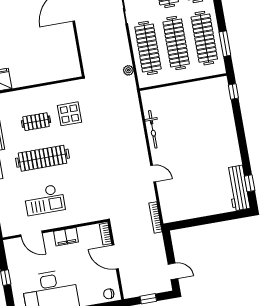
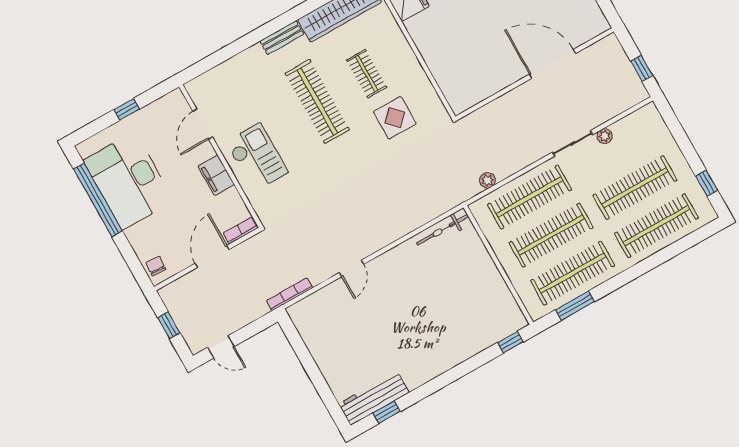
bicycle: (153, 129) -> (443, 230), moved
checkout: (44, 200) -> (257, 157), moved, turned 180
door: (173, 271) -> (221, 347), hinge flipped

